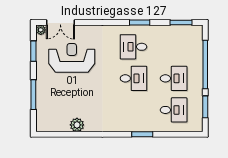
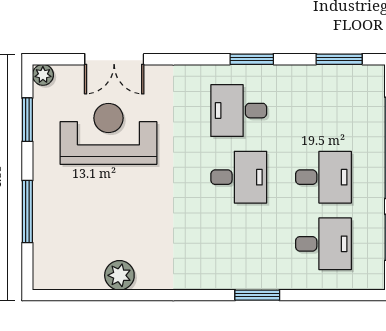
double door: (60, 22) -> (114, 59), moved

